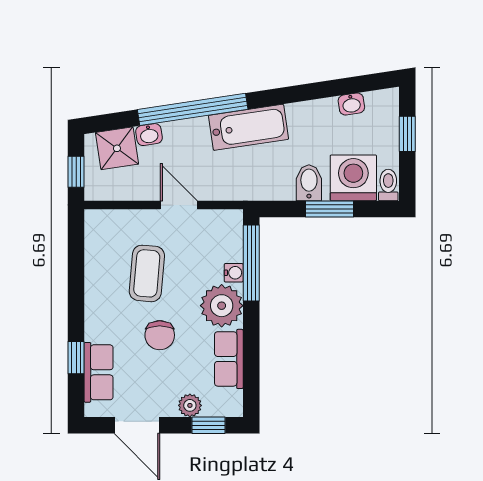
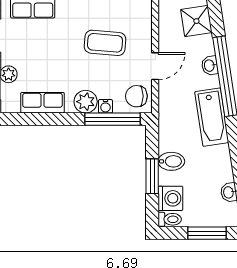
window: (407, 134) -> (207, 233), width x1.50
washbasin: (149, 135) -> (210, 66), moved
washing machine: (353, 178) -> (170, 198), width x0.73, depth x0.73
plant: (222, 306) -> (86, 102), width x0.73, depth x0.73
chair: (160, 335) -> (136, 96), moved

